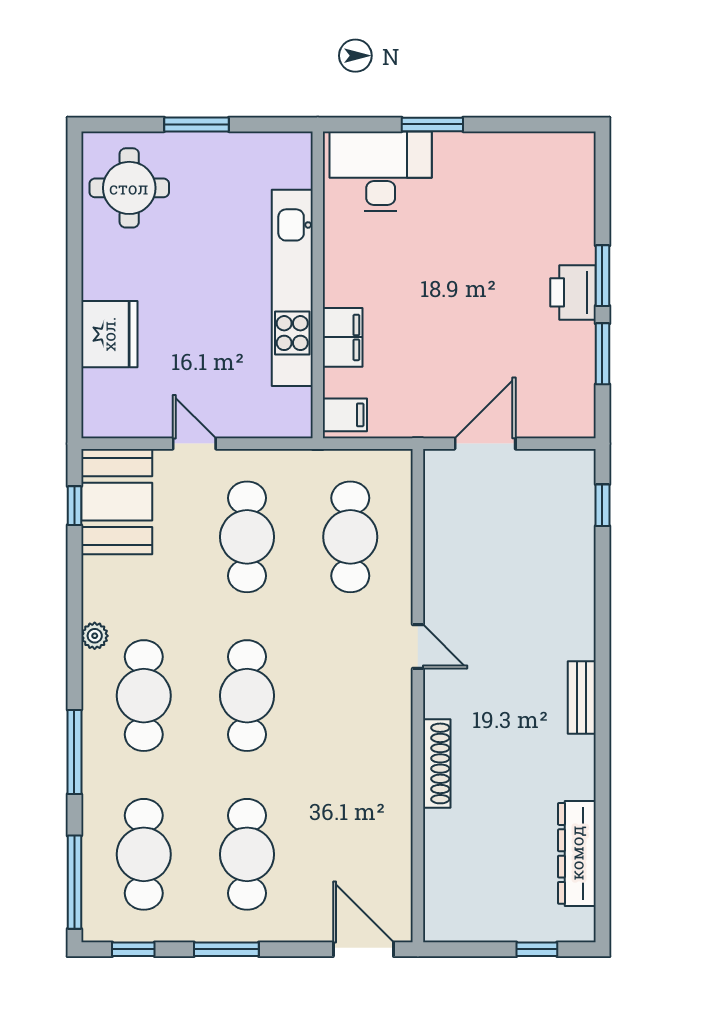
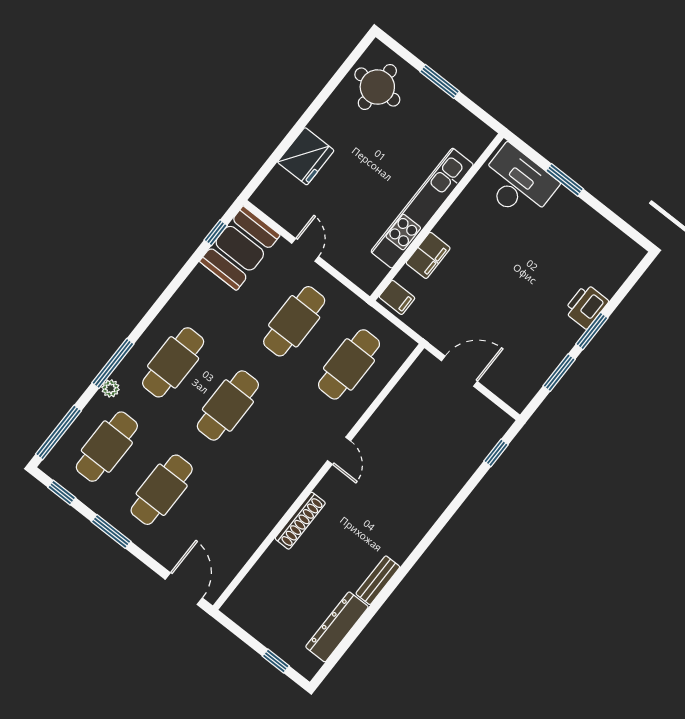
printer: (573, 292) -> (586, 306), moved
plant: (95, 636) -> (110, 388), moved
bench: (582, 698) -> (378, 580), moved

